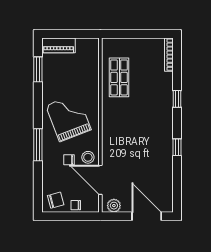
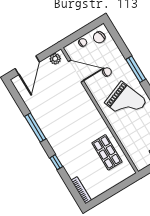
window: (177, 147) -> (35, 128), width x2.17
stool: (88, 157) -> (95, 82), removed
door: (147, 216) -> (27, 65), hinge flipped

